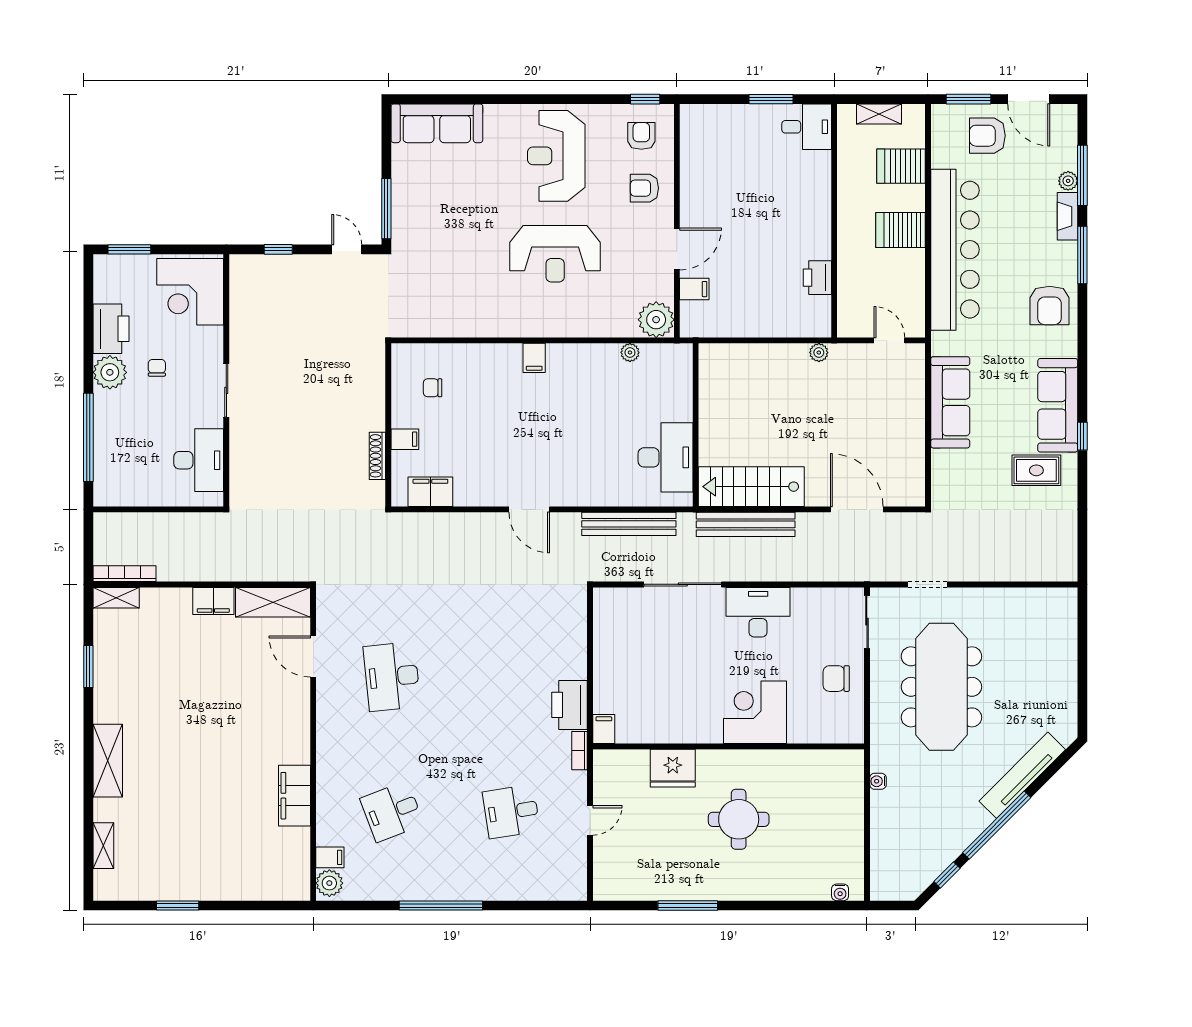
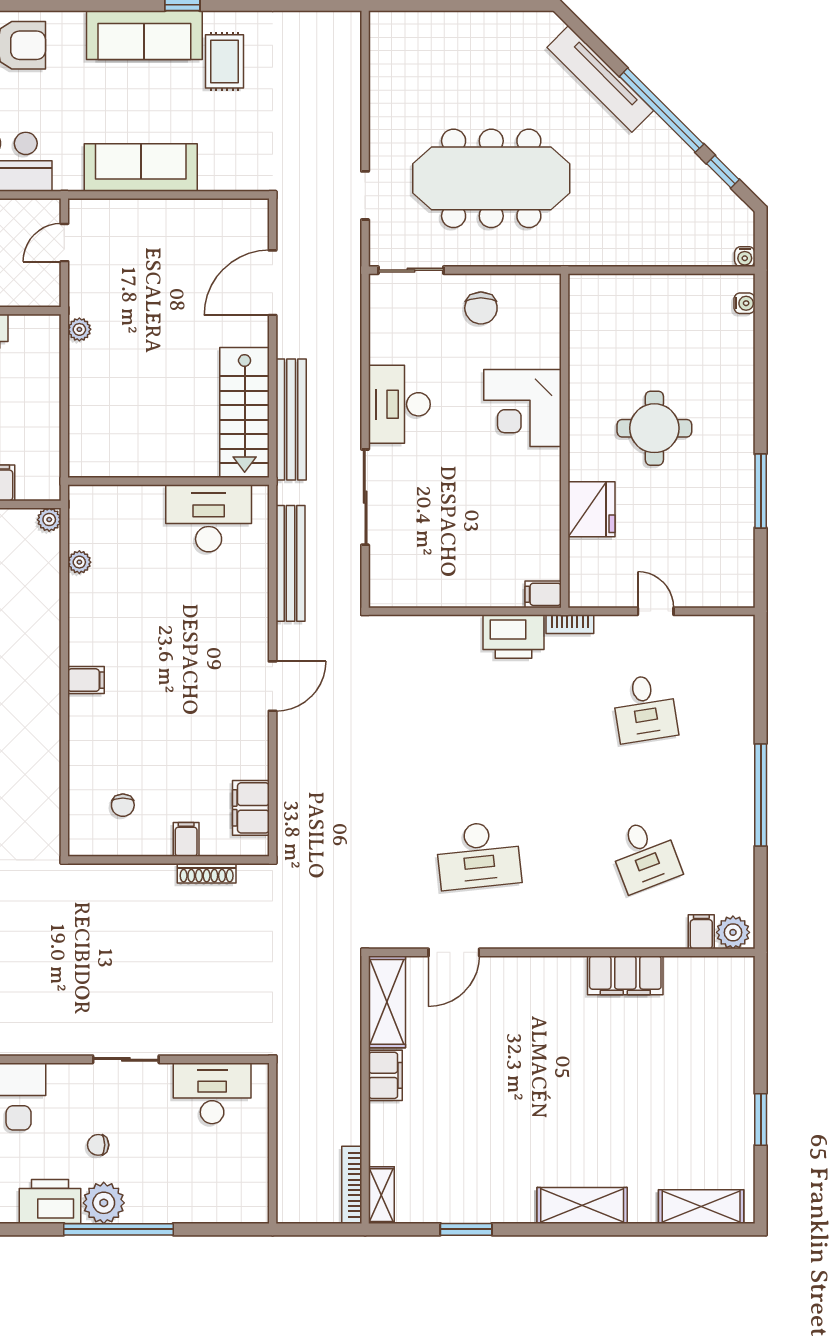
plant: (656, 320) -> (49, 520), width x0.53, depth x0.53
window: (88, 437) -> (119, 1229), moved
water cooler: (878, 781) -> (745, 257), moved
shelving: (103, 846) -> (701, 1207), width x1.50, depth x1.33

